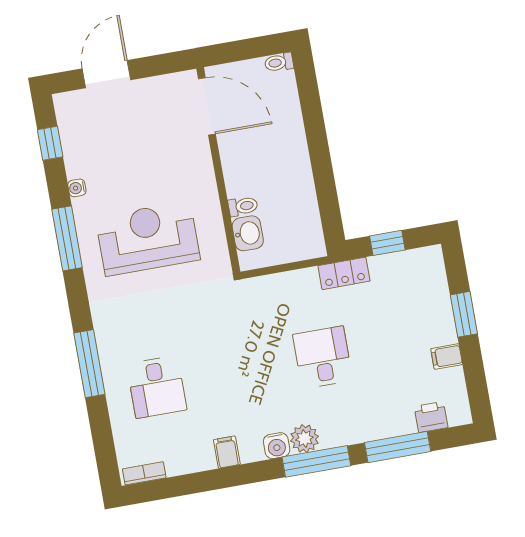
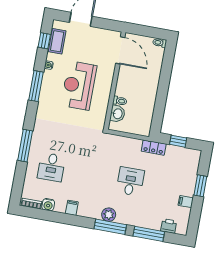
coffee table: (76, 135) -> (57, 41), added
reception desk: (148, 238) -> (79, 86), moved, turned -90
water cooler: (277, 446) -> (48, 205), moved

